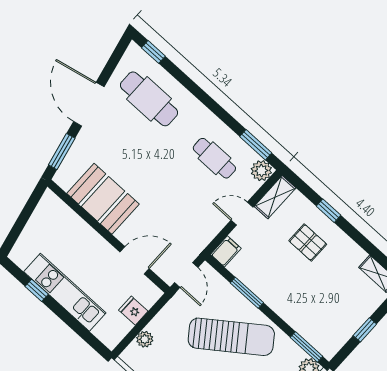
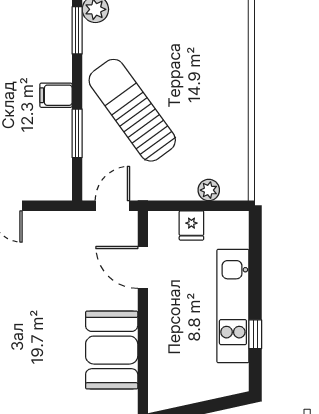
filing cabinet: (226, 251) -> (56, 95), moved

